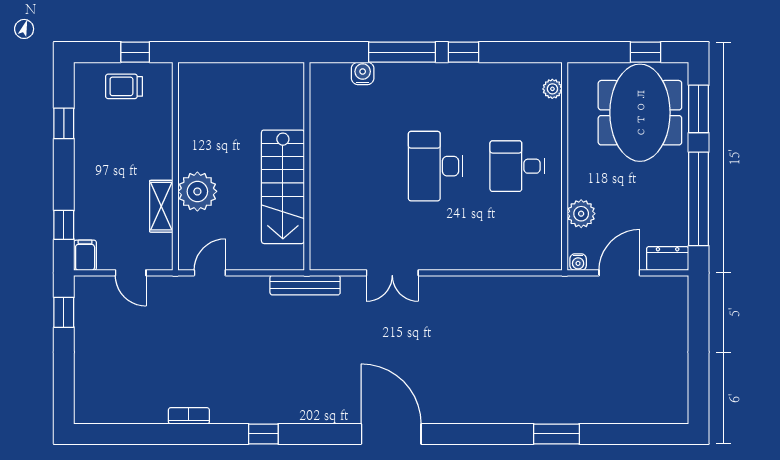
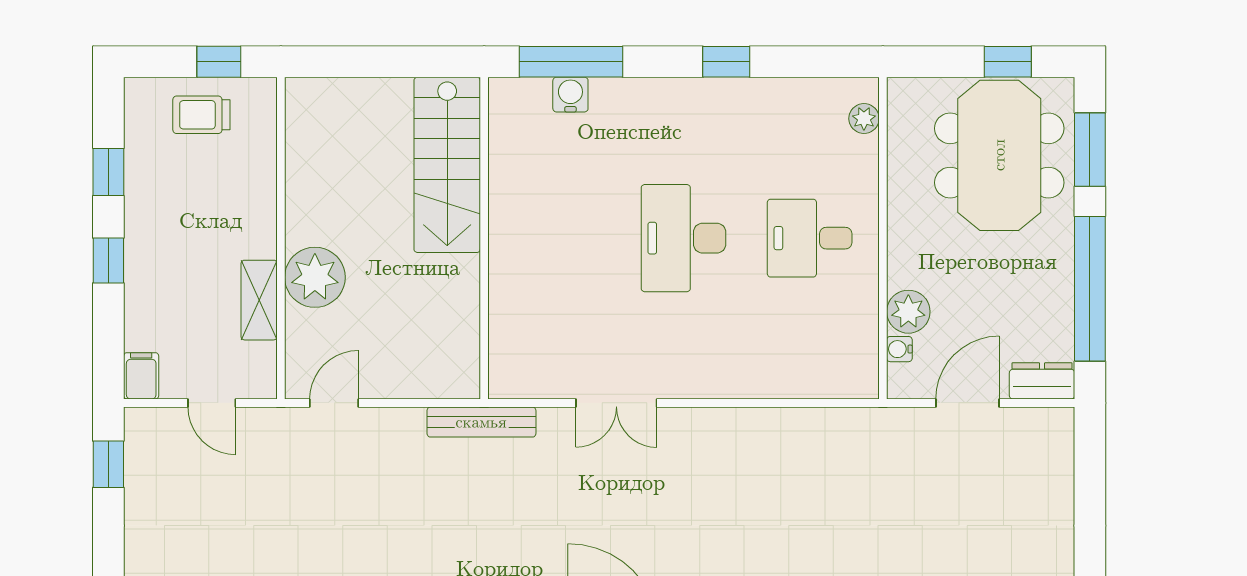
window: (402, 52) -> (571, 62), moved
stairs: (283, 187) -> (447, 165), moved
window: (64, 225) -> (108, 261), moved
water cooler: (578, 262) -> (899, 349), moved, turned 90

